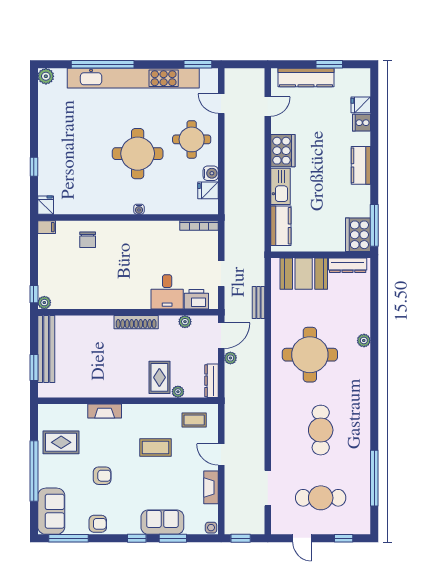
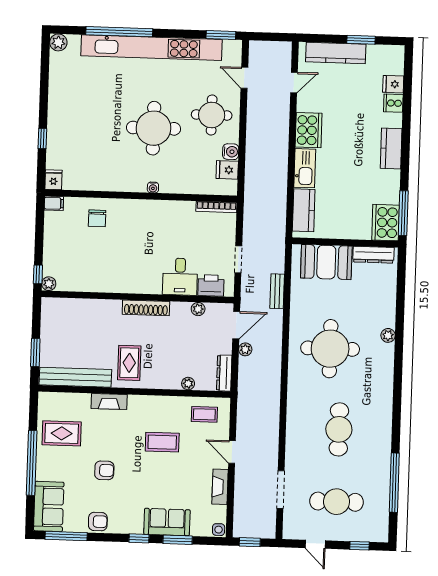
bench: (46, 349) -> (75, 377), moved, turned 90
rug: (159, 377) -> (129, 363), moved

